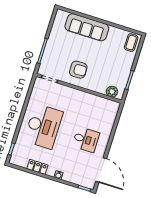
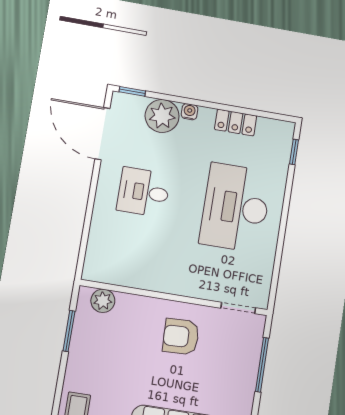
plant: (72, 175) -> (162, 116), added

